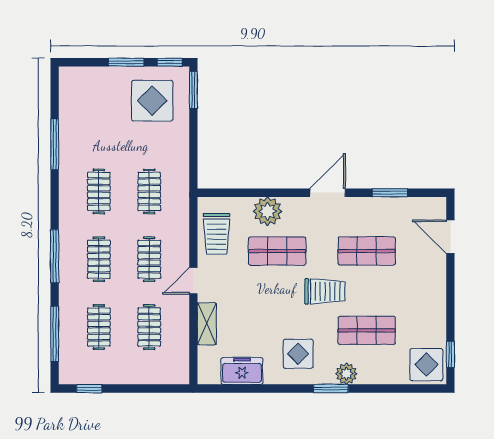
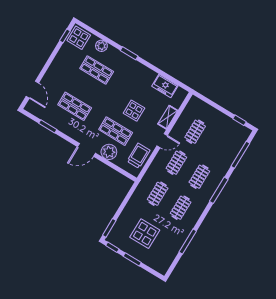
display table: (152, 101) -> (145, 234), moved
door: (328, 193) -> (86, 150), moved
trolley: (325, 291) -> (105, 99), removed
clothes rail: (99, 327) -> (218, 146), removed
display table: (298, 354) -> (134, 111), moved
plant: (346, 374) -> (101, 46), moved

